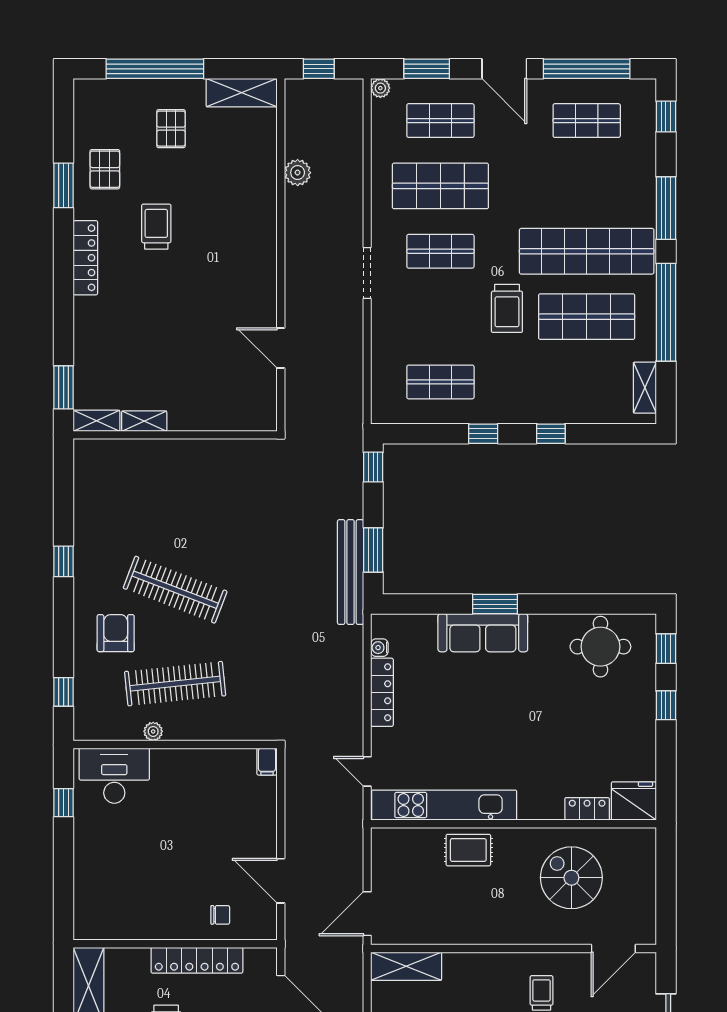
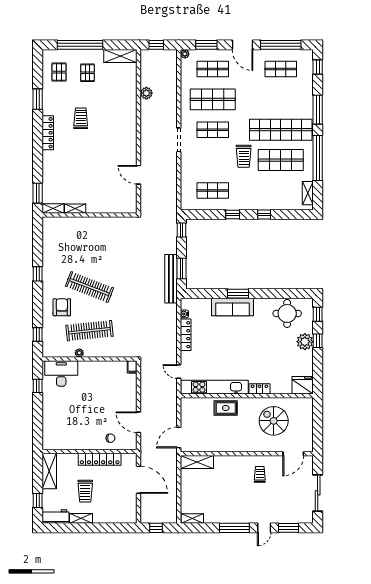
pallet: (105, 169) -> (59, 72), moved
plant: (639, 707) -> (305, 342), added
locker: (587, 809) -> (259, 389), moved

